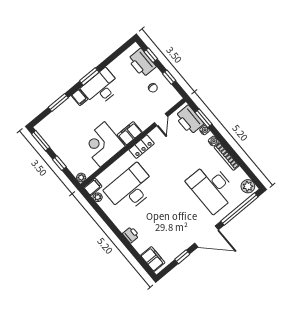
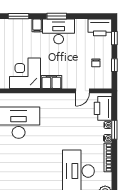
printer: (142, 63) -> (100, 27), moved, turned -90
window: (204, 118) -> (114, 130), moved
locker: (142, 147) -> (52, 99), removed

